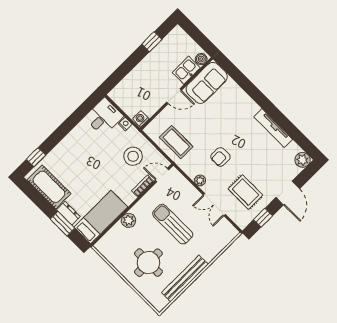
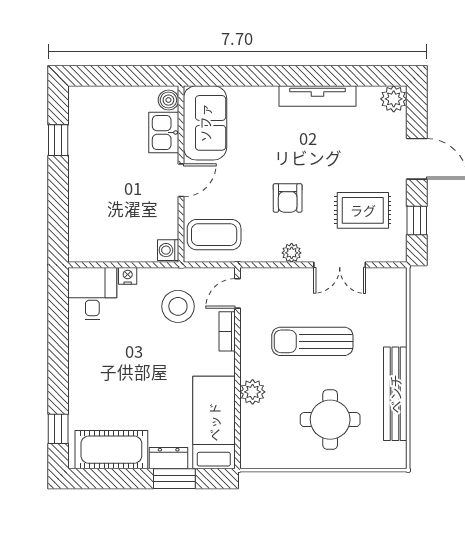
boiler: (201, 59) -> (168, 100), moved
kitchen sink: (186, 70) -> (164, 133), moved
sofa: (207, 83) -> (205, 123), moved
wall: (177, 94) -> (181, 174), moved
door: (174, 96) -> (181, 180), moved
washing machine: (141, 119) -> (168, 250), moved

